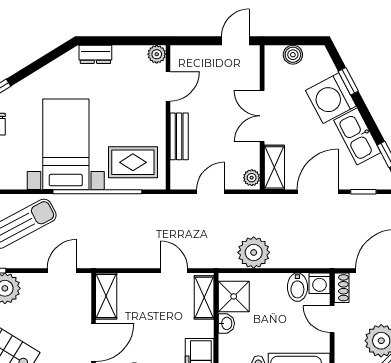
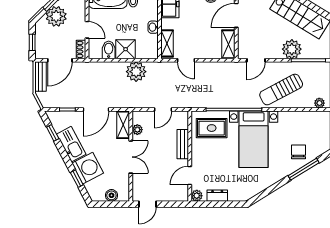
dresser: (95, 54) -> (217, 196), moved
plant: (252, 178) -> (137, 130), moved
washing machine: (320, 283) -> (95, 52), removed
shower: (234, 296) -> (126, 49), moved

